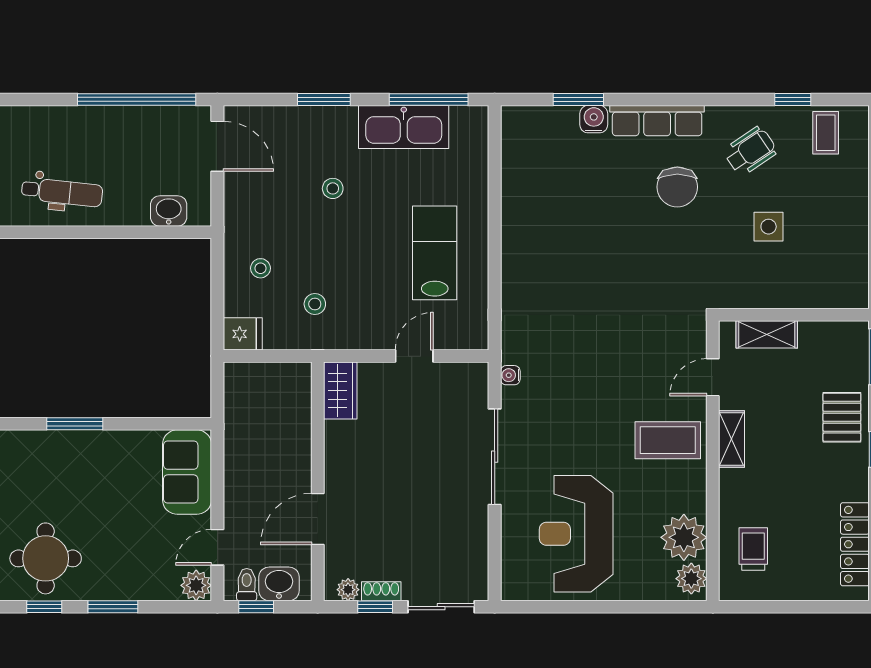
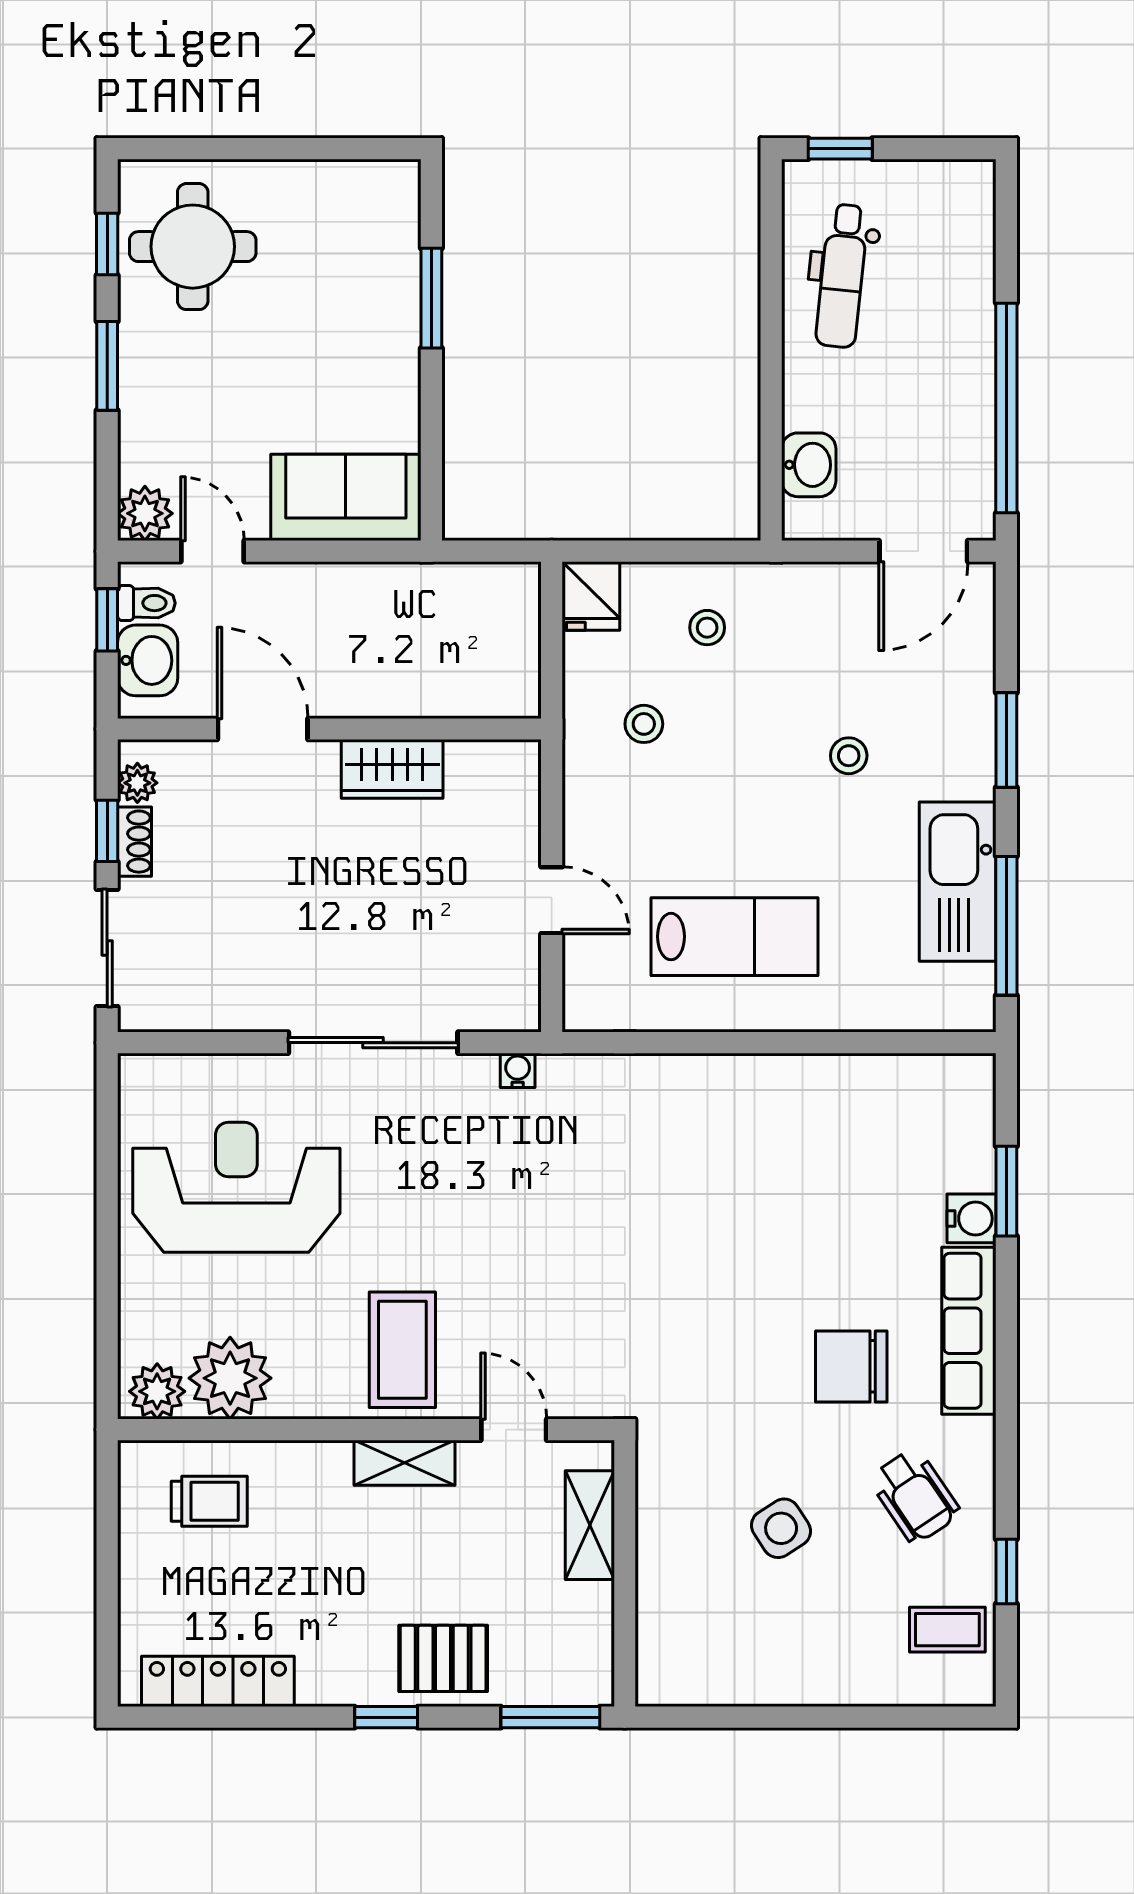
side table: (769, 227) -> (781, 1528), turned -33
wardrobe: (340, 391) -> (392, 769), moved

